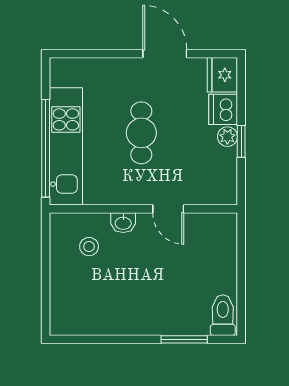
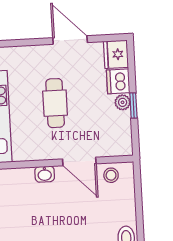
door: (168, 209) -> (79, 161), width x1.38
stool: (89, 247) -> (111, 175), moved

